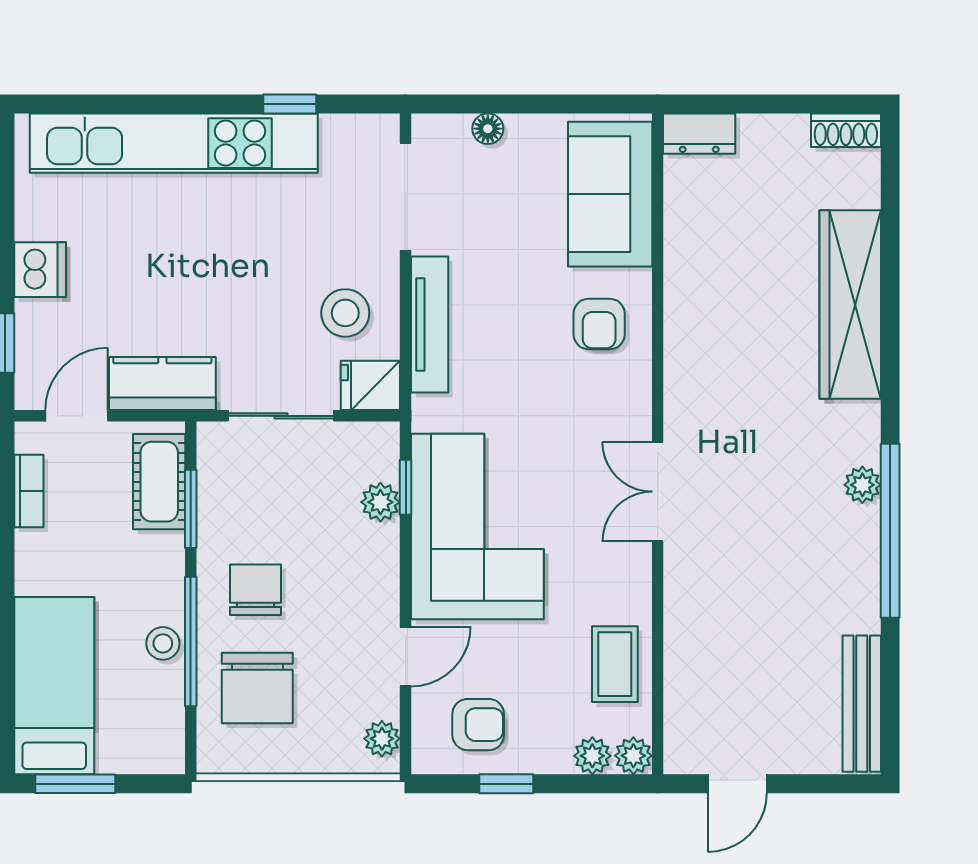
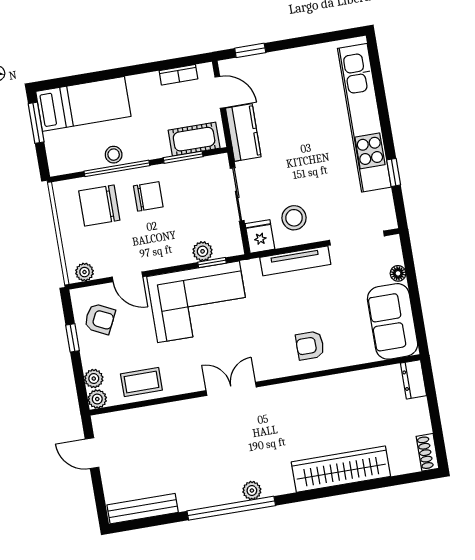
sofa: (610, 194) -> (393, 321), moved, turned -90
dishwasher: (40, 270) -> (290, 62), removed
armchair: (478, 725) -> (100, 319), turned -64

